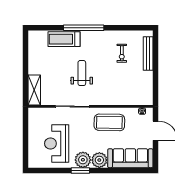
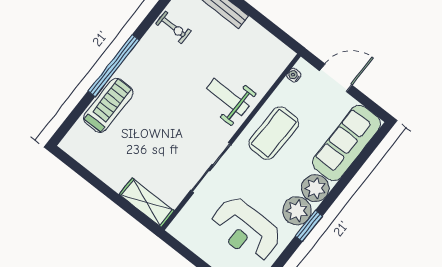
treadmill: (64, 39) -> (108, 105), turned 180
exercise bike: (122, 53) -> (174, 27), moved
weight bench: (82, 73) -> (228, 97), moved

